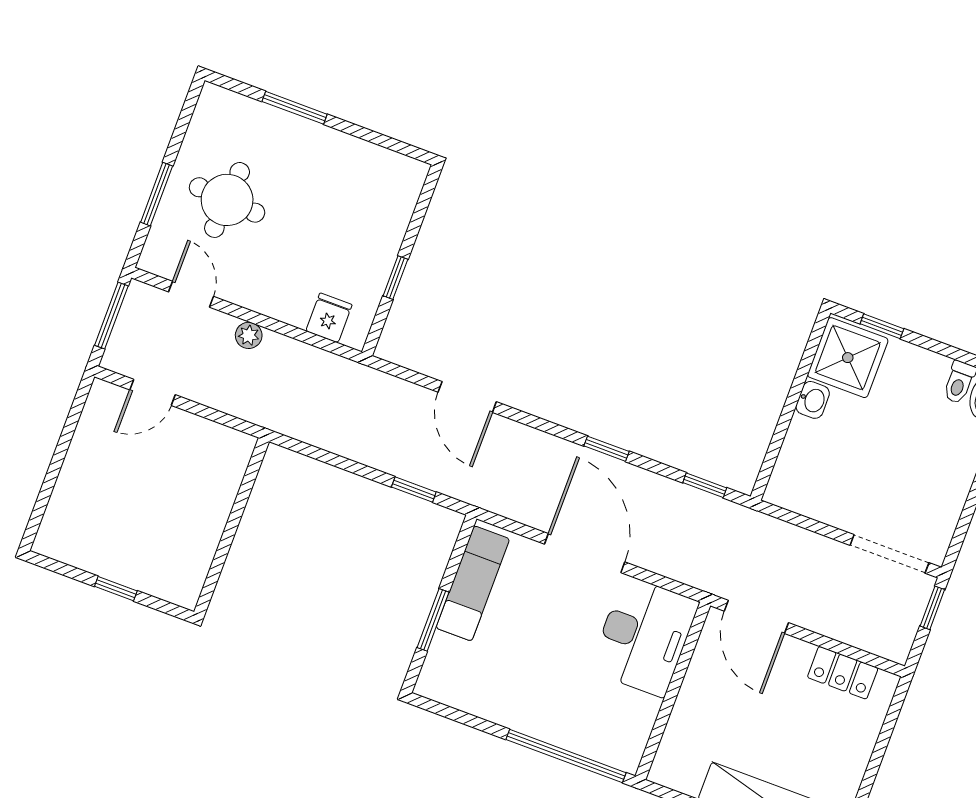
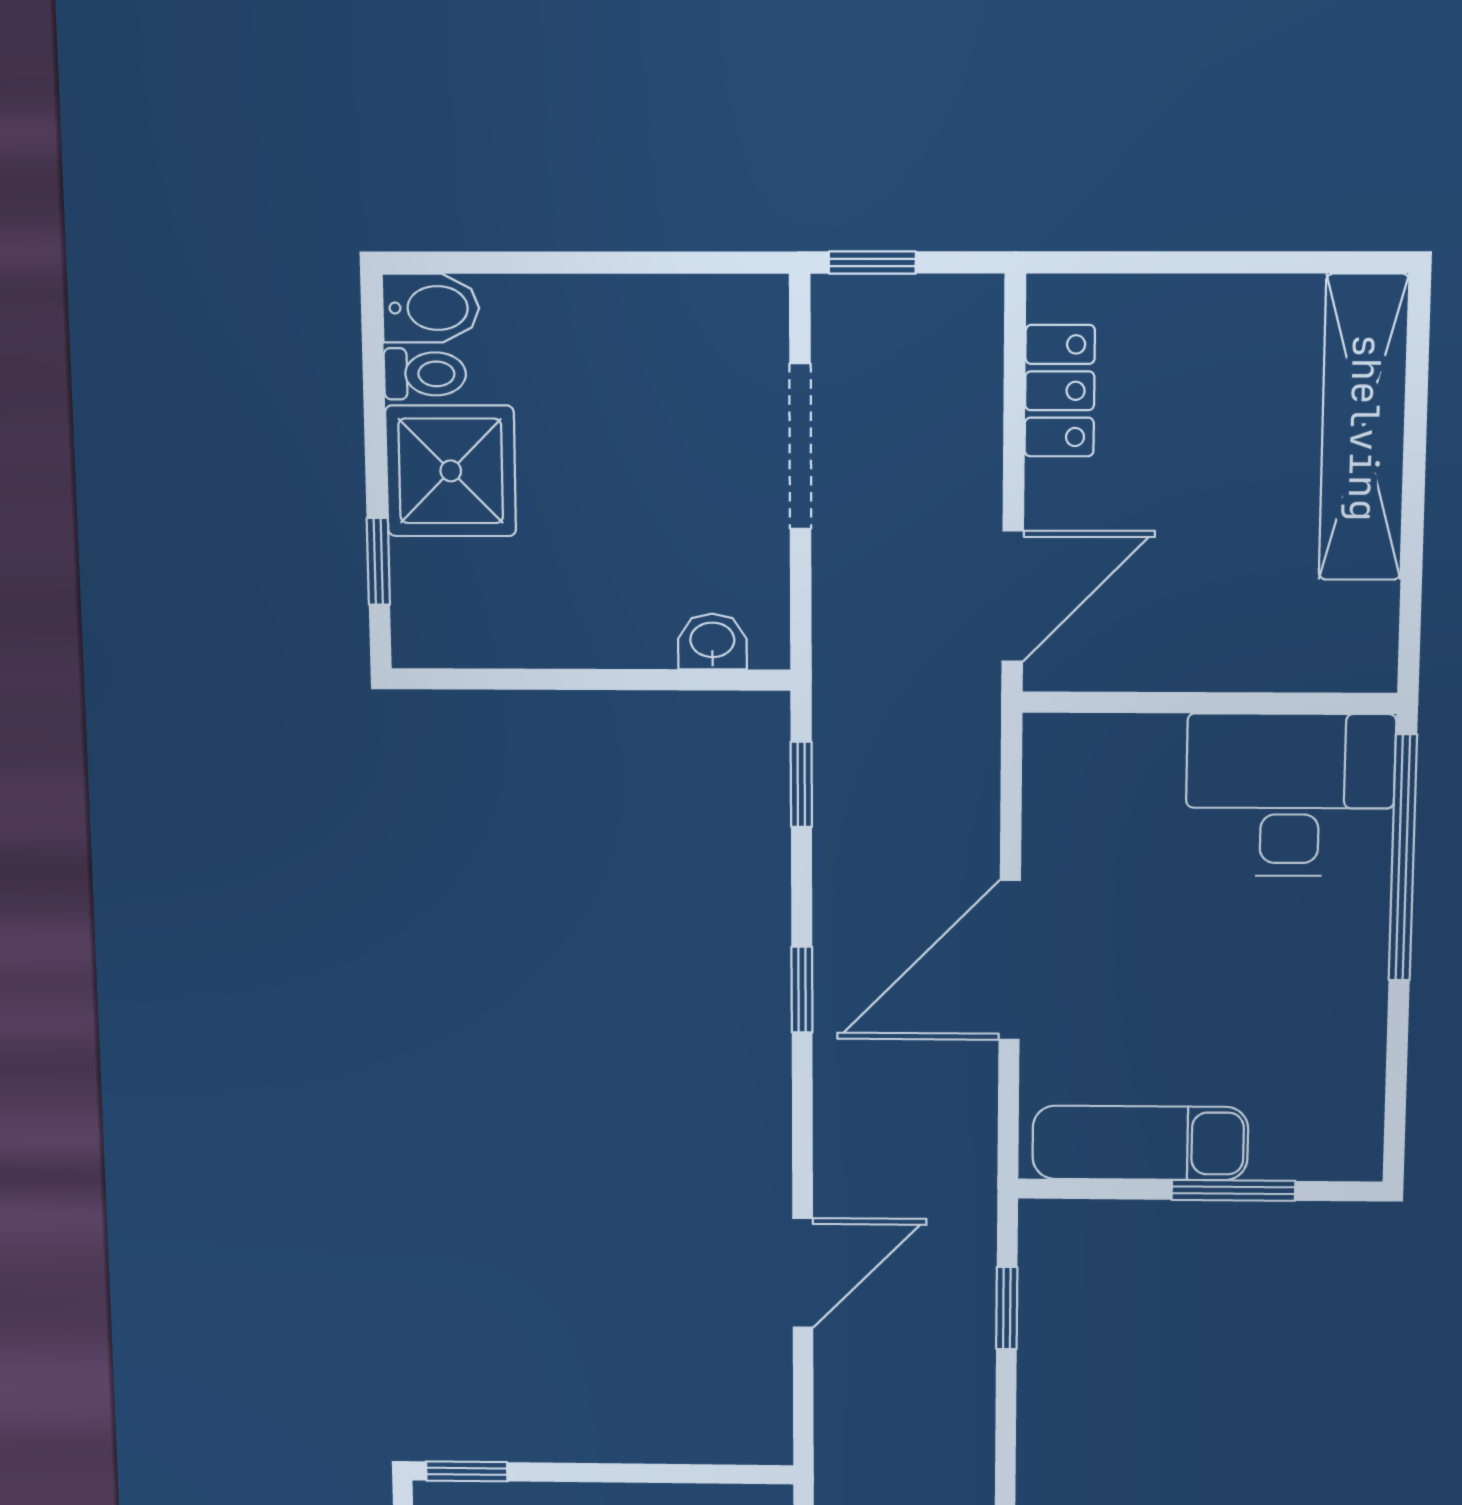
window: (395, 278) -> (467, 1471), moved
shower: (848, 358) -> (451, 471), moved
washbasin: (813, 400) -> (712, 642), moved
doorway: (889, 554) -> (800, 446), moved
desk: (644, 636) -> (1290, 795), moved

